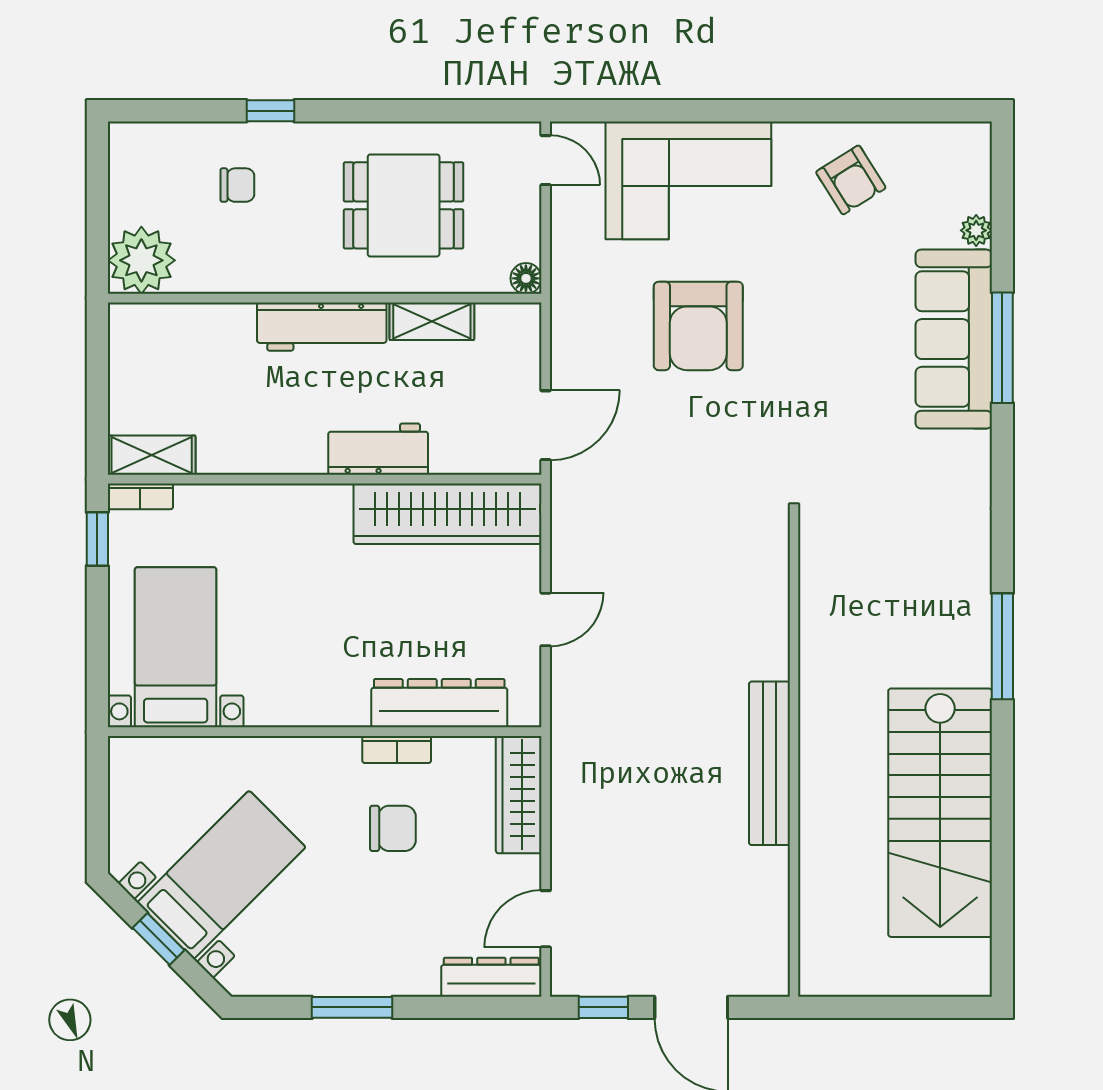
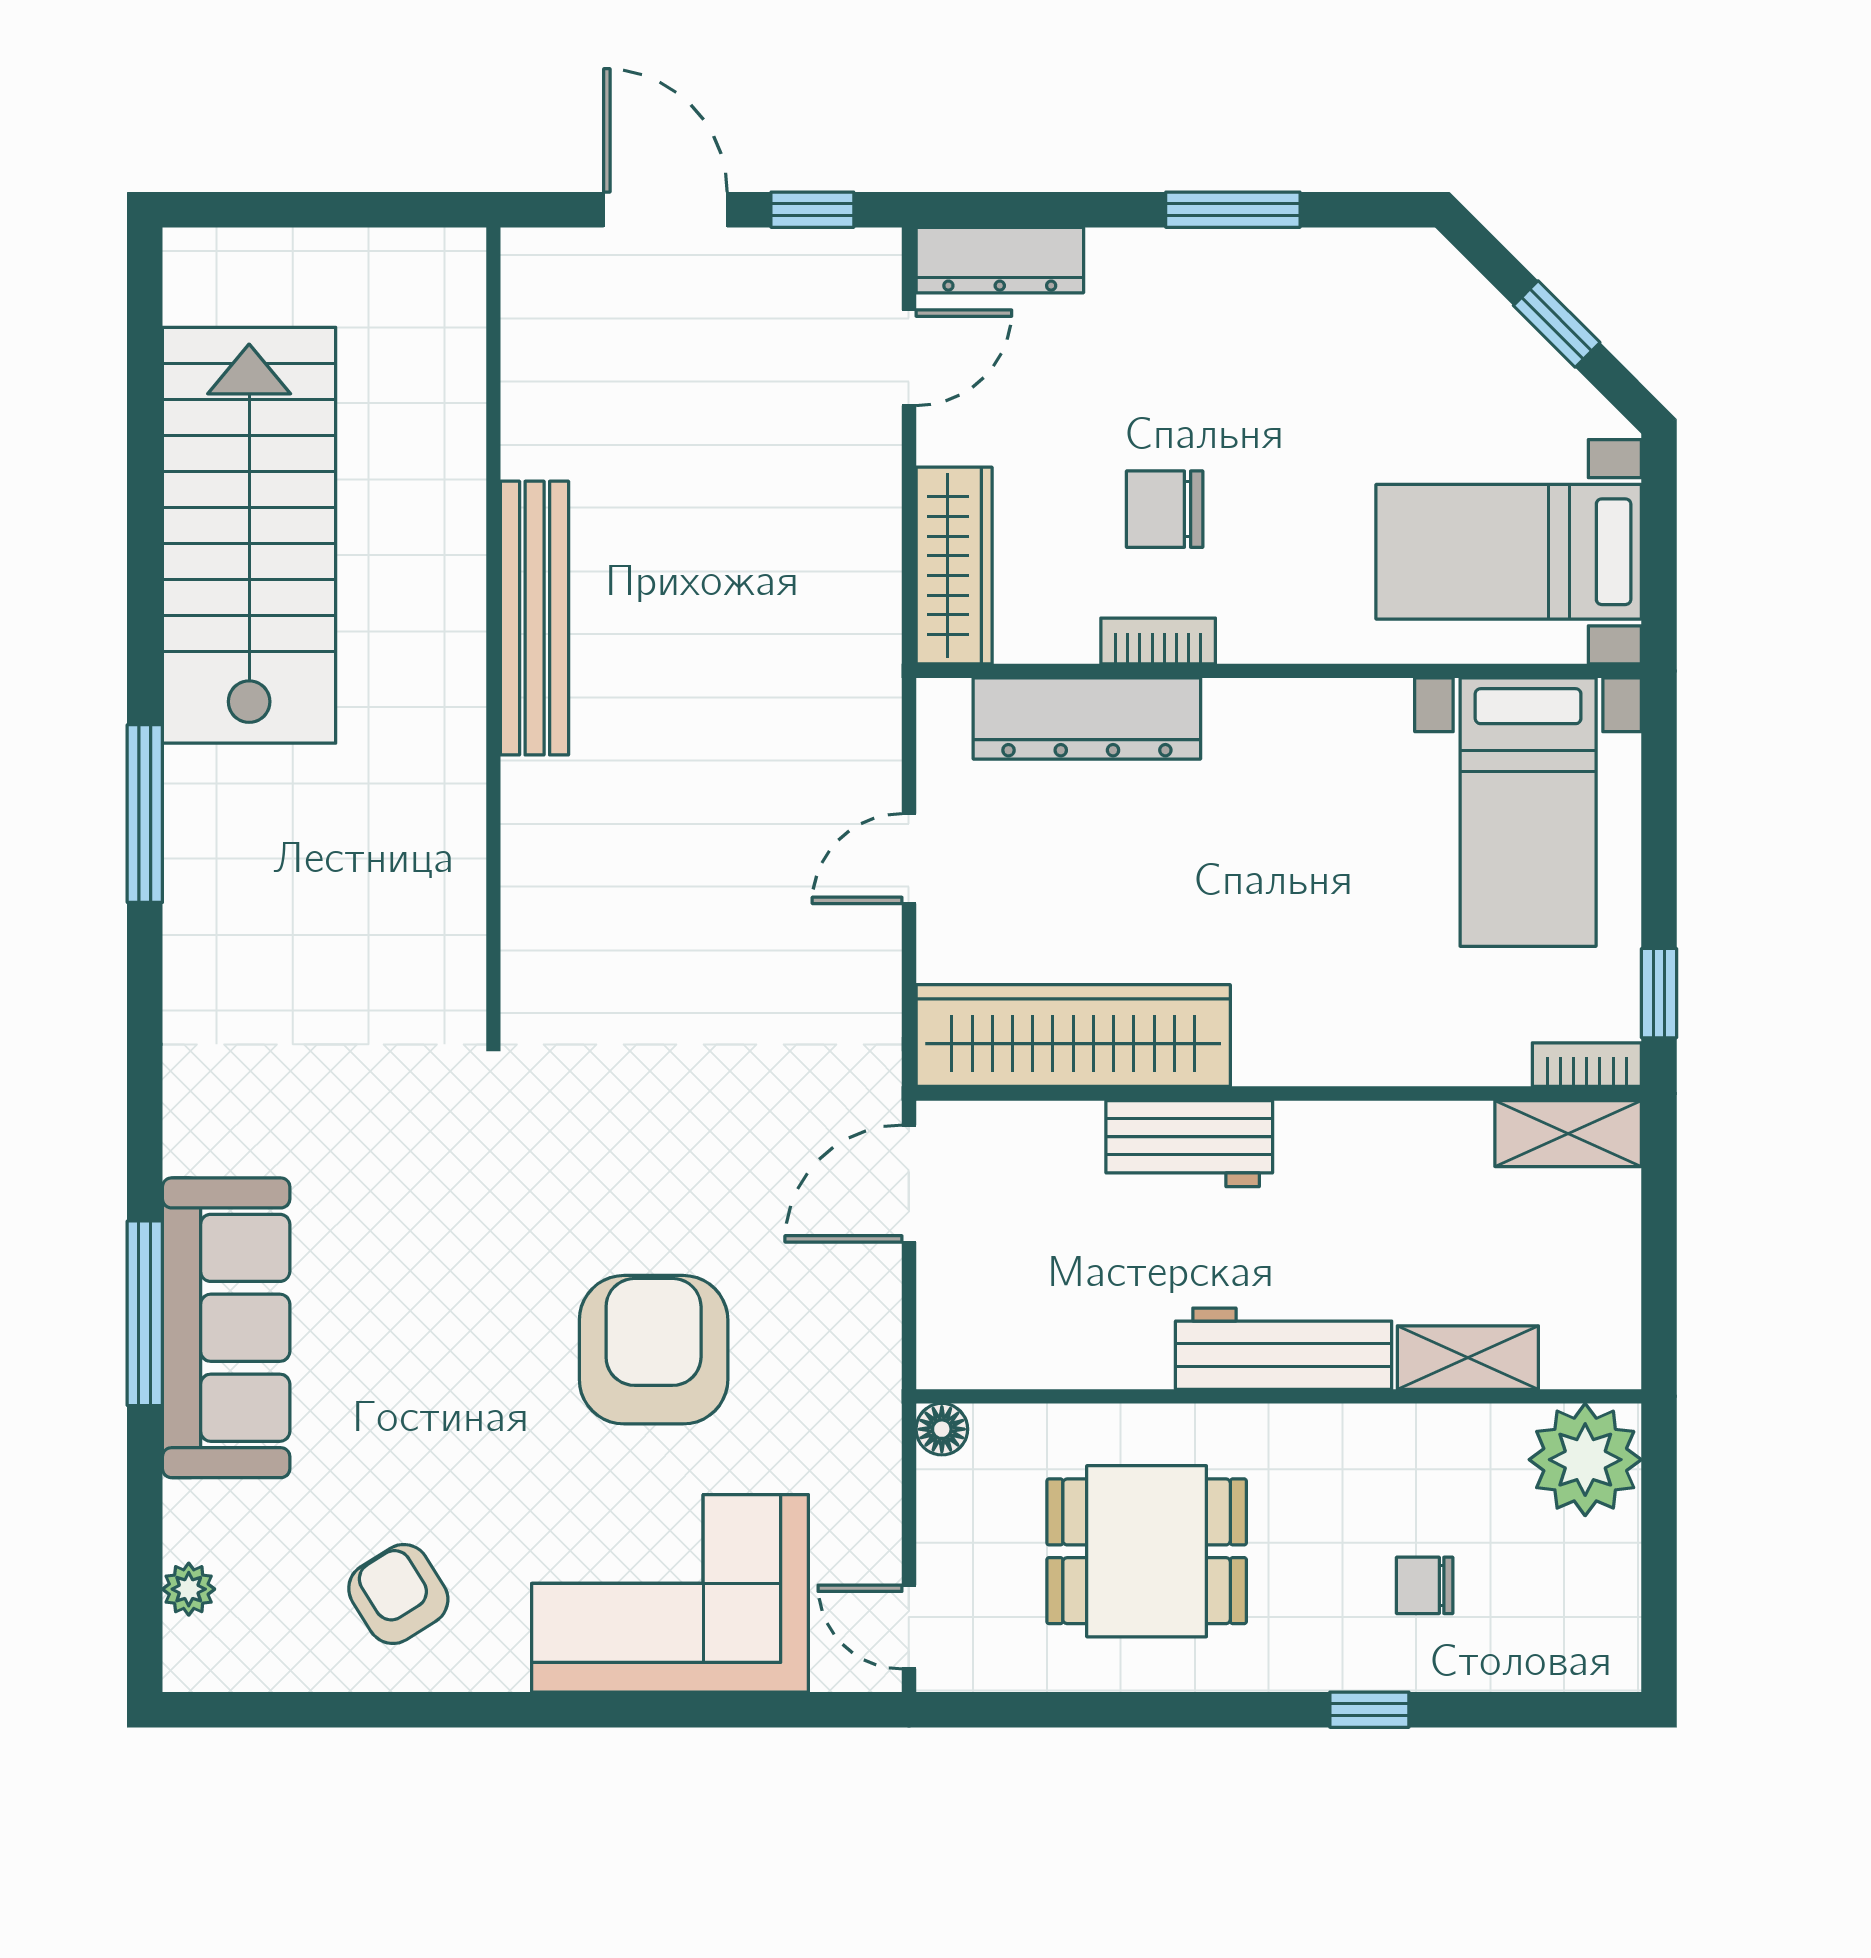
plant: (976, 230) -> (189, 1589), moved
shelving: (432, 321) -> (1468, 1358), moved
bed with nightstands: (221, 875) -> (1509, 552), moved, turned 45

